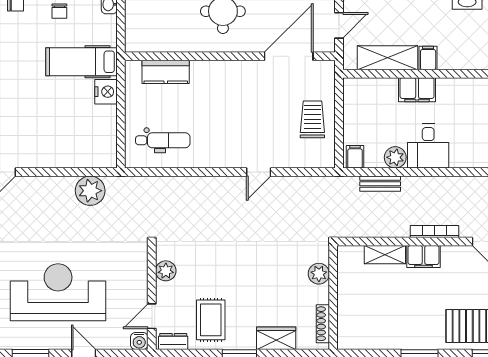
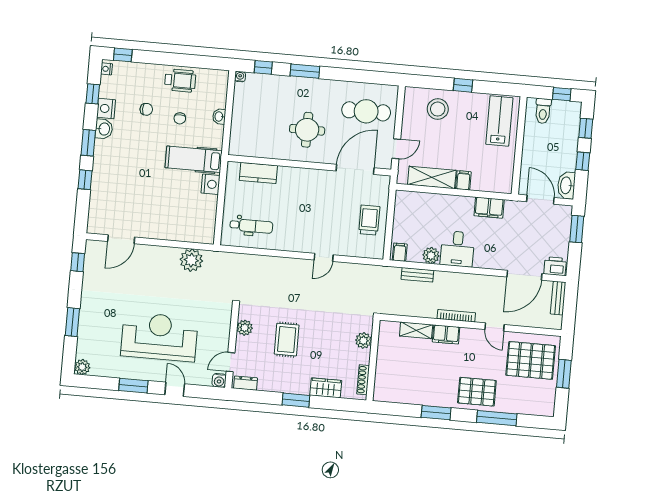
filing cabinet: (417, 90) -> (489, 208), moved
rug: (211, 320) -> (287, 340), moved

